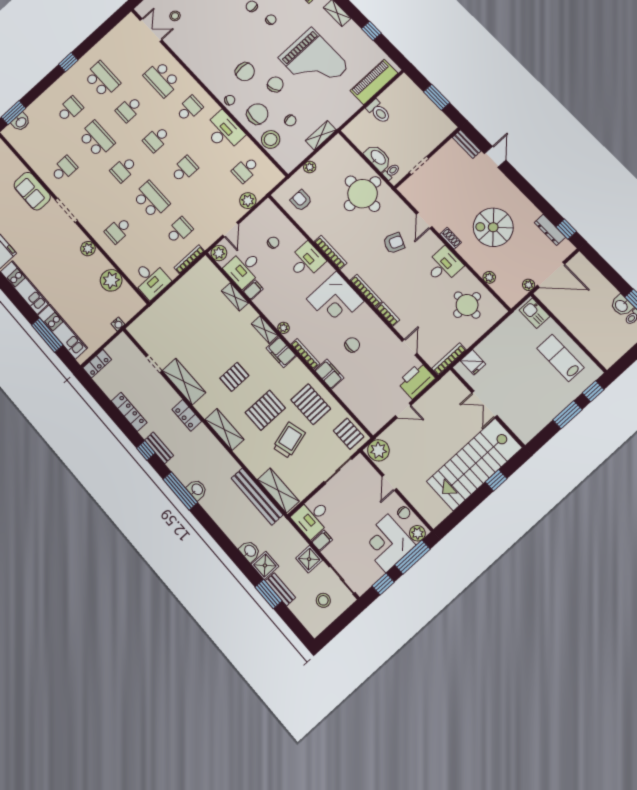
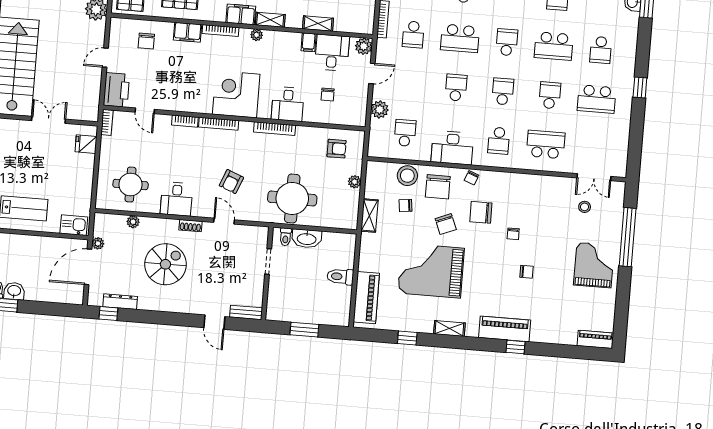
chair: (271, 20) -> (513, 234), moved
school desk: (184, 169) -> (456, 88), turned 180
door: (230, 230) -> (372, 73), swing flipped
chair: (352, 345) -> (146, 41), moved
bookcase: (449, 359) -> (107, 122), width x0.64

